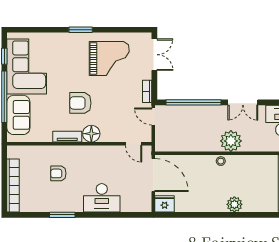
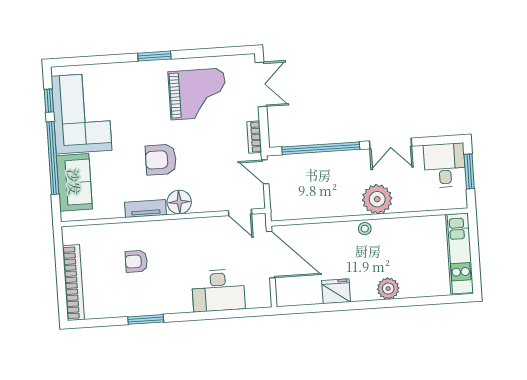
desk: (102, 198) -> (218, 290), moved
fridge: (165, 204) -> (336, 291), moved

